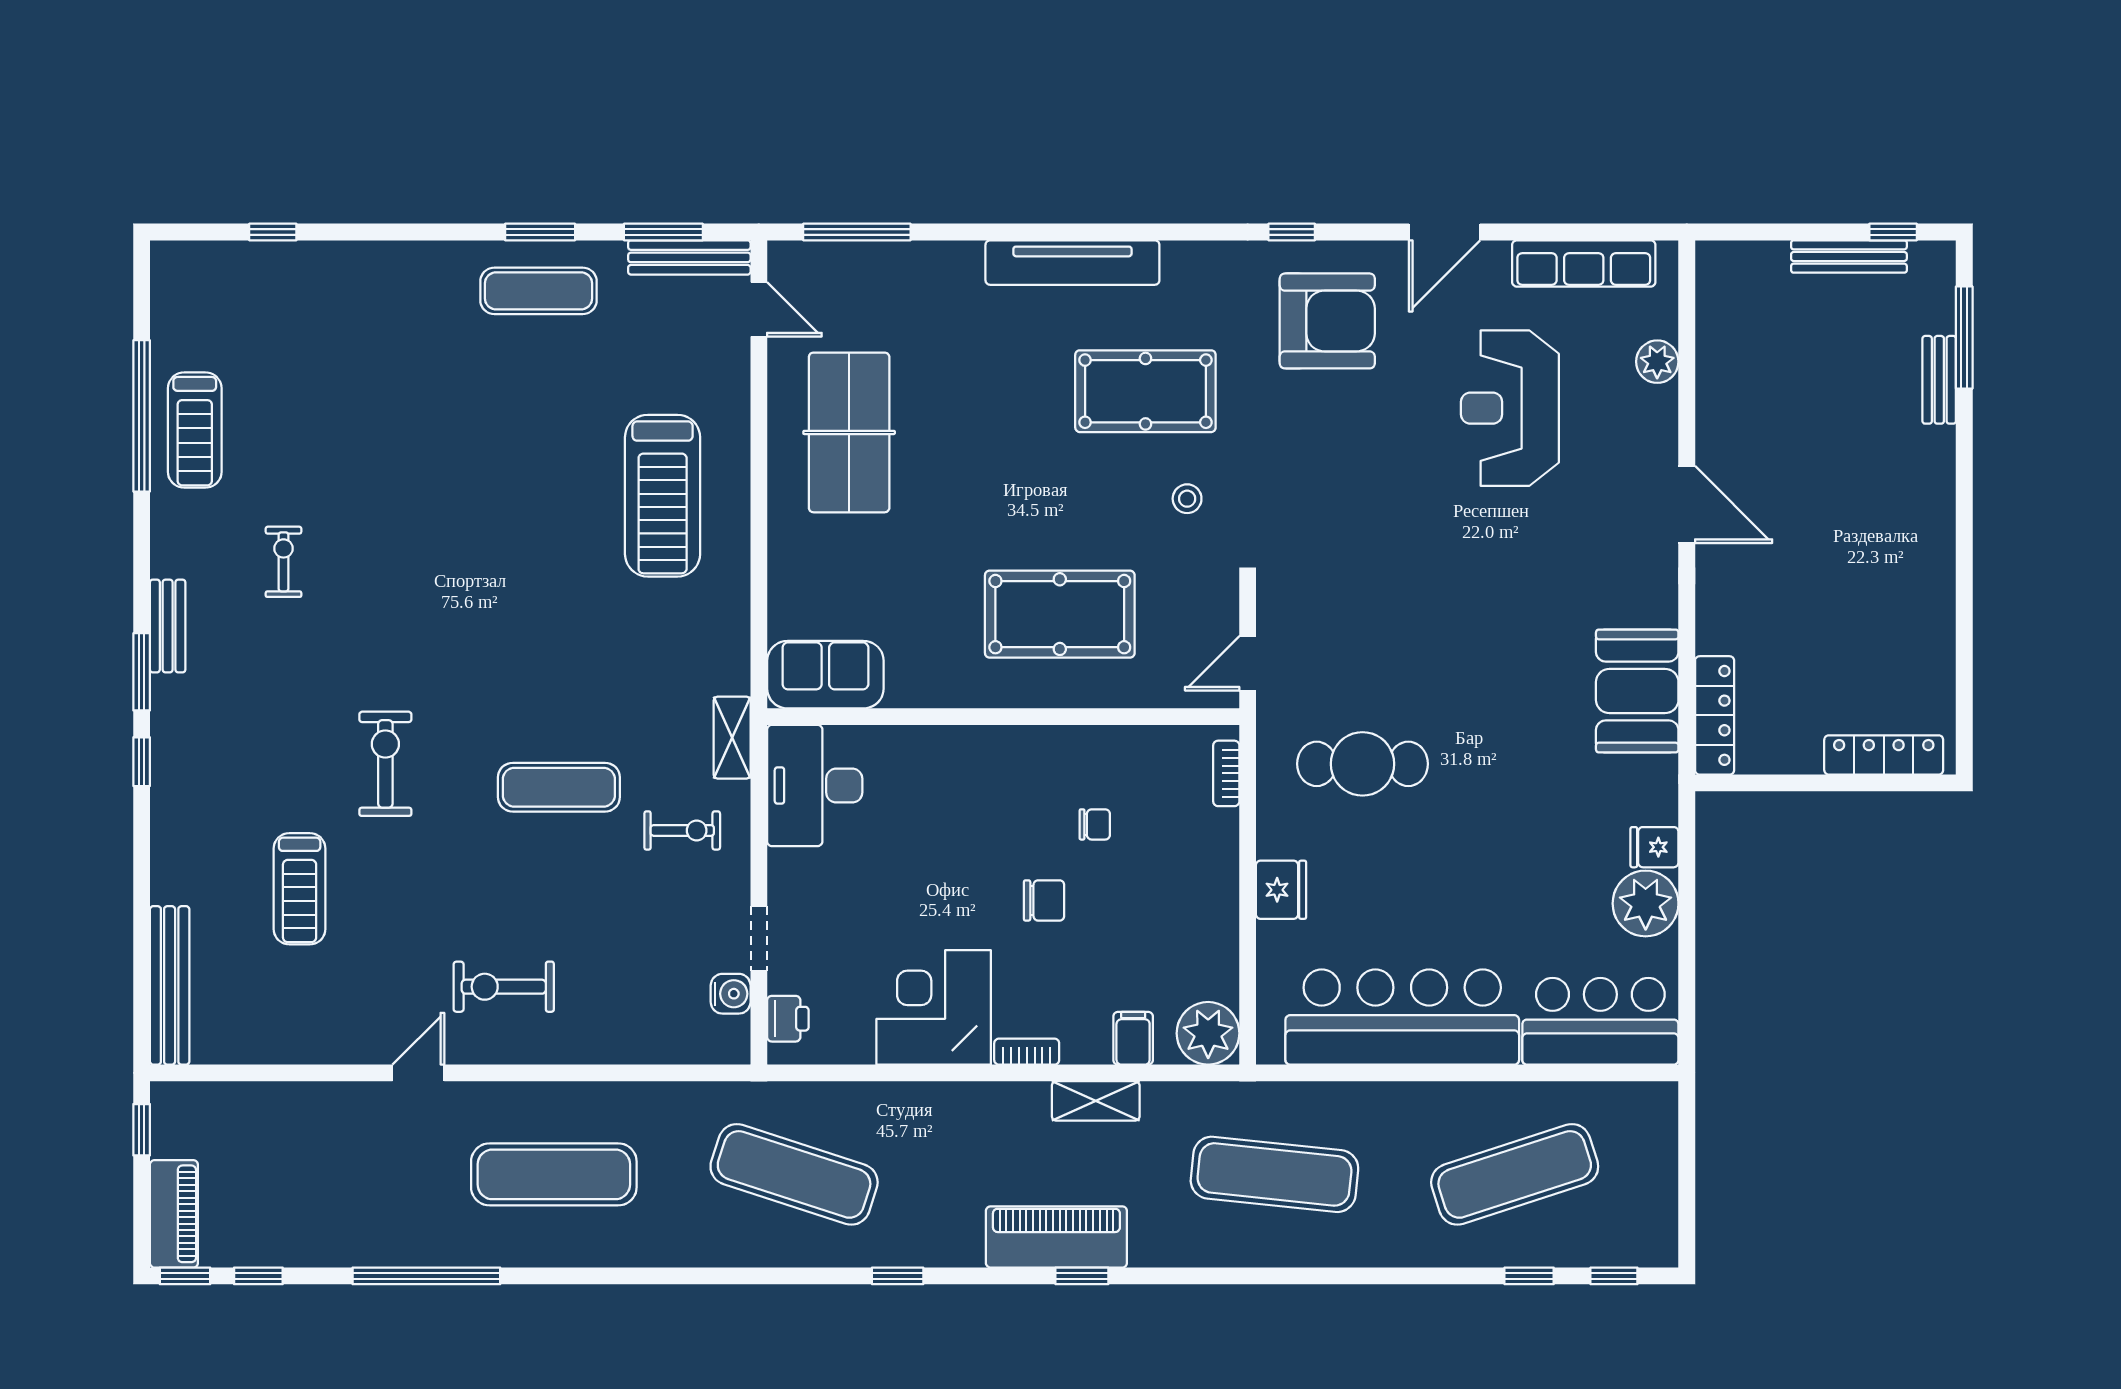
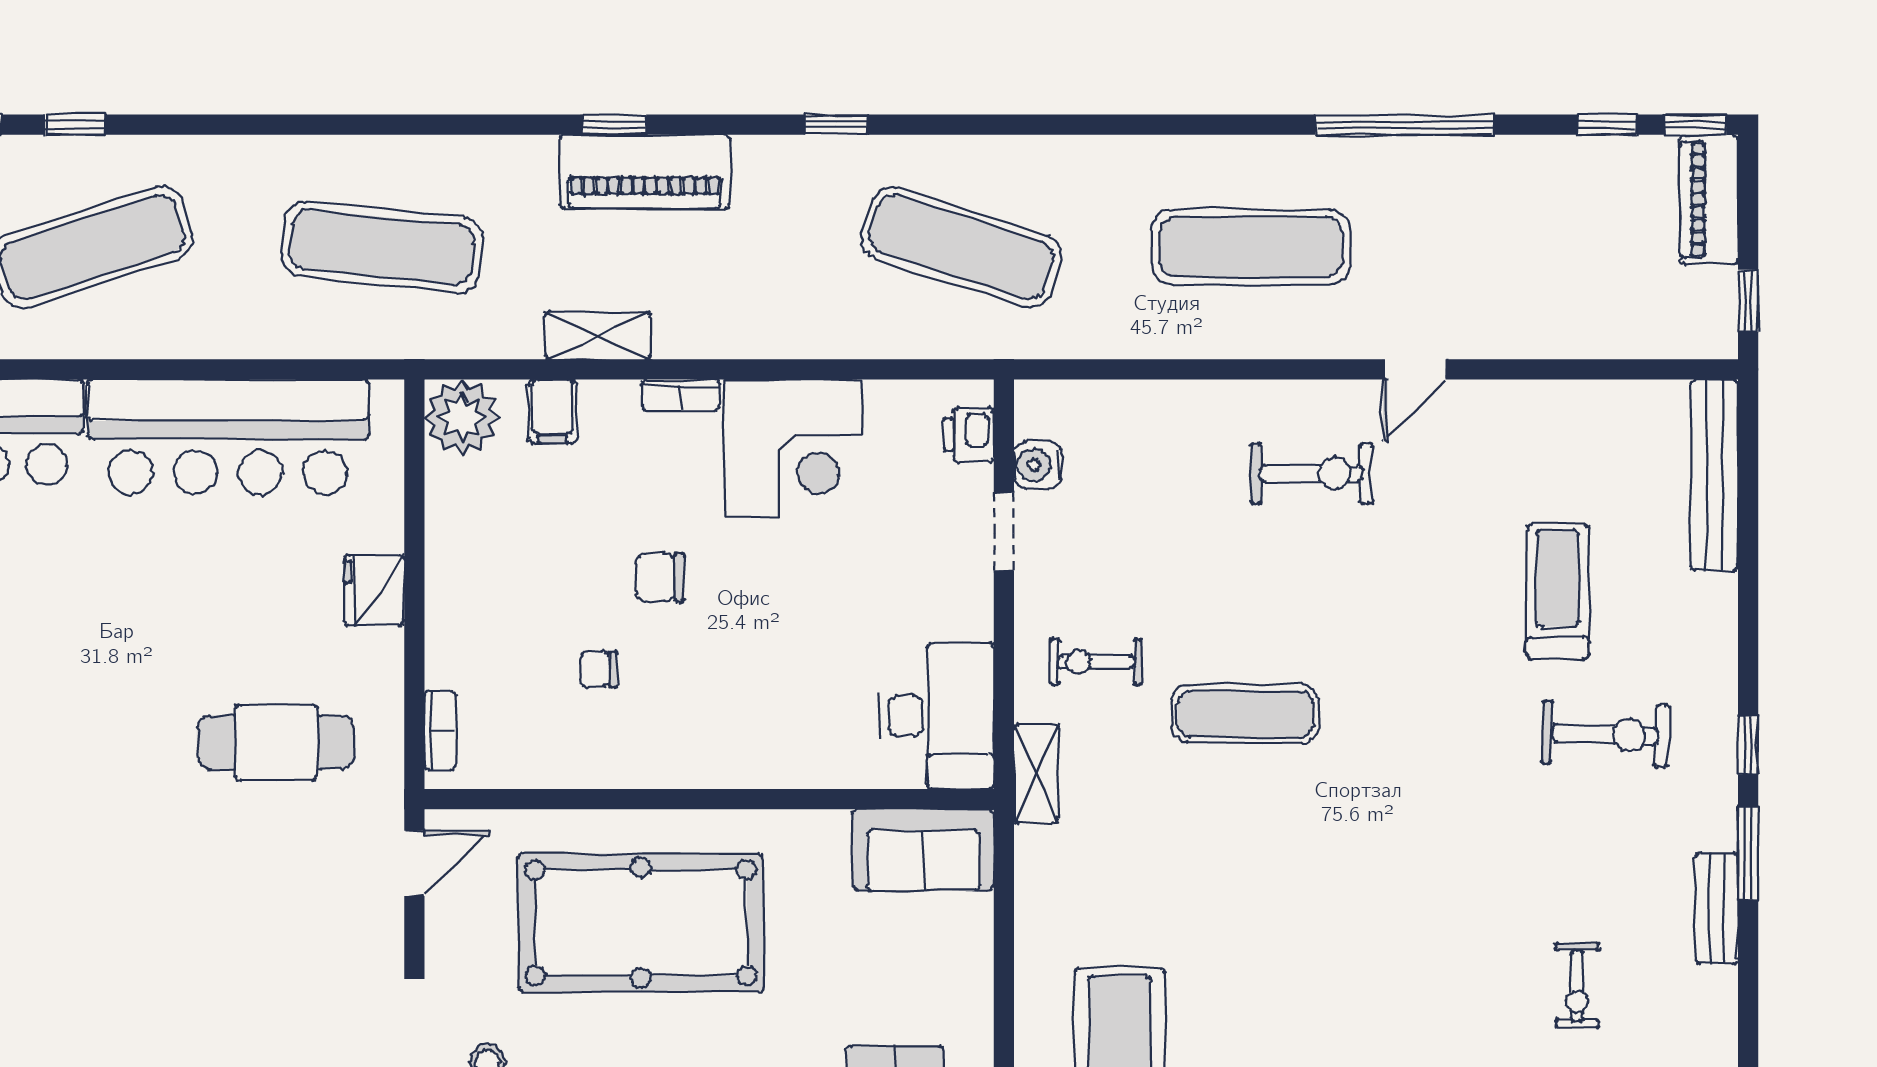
pool table: (1060, 614) -> (641, 923), width x1.36, depth x1.32
exercise bike: (385, 764) -> (1605, 734), moved, turned -88

